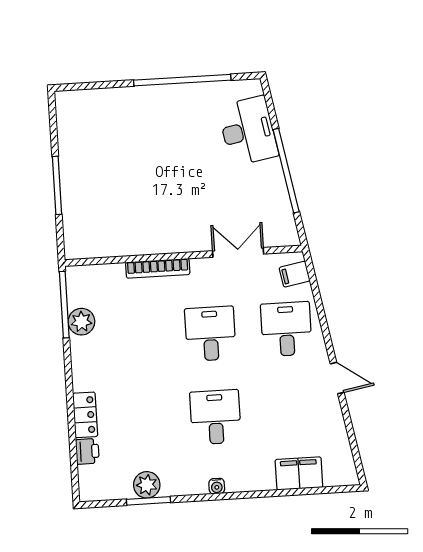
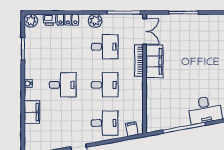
filing cabinet: (157, 237) -> (154, 61), added
double door: (238, 252) -> (144, 31), moved
plant: (81, 322) -> (95, 21), moved
desk: (134, 338) -> (105, 47), added
filing cabinet: (299, 473) -> (32, 112), moved
plant: (147, 485) -> (31, 21), moved

